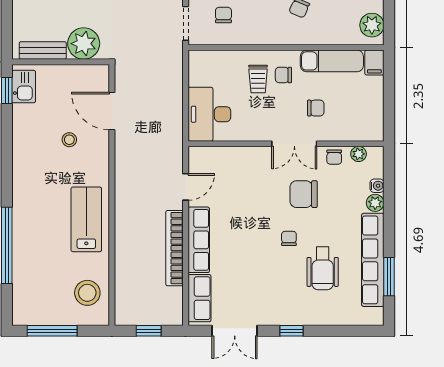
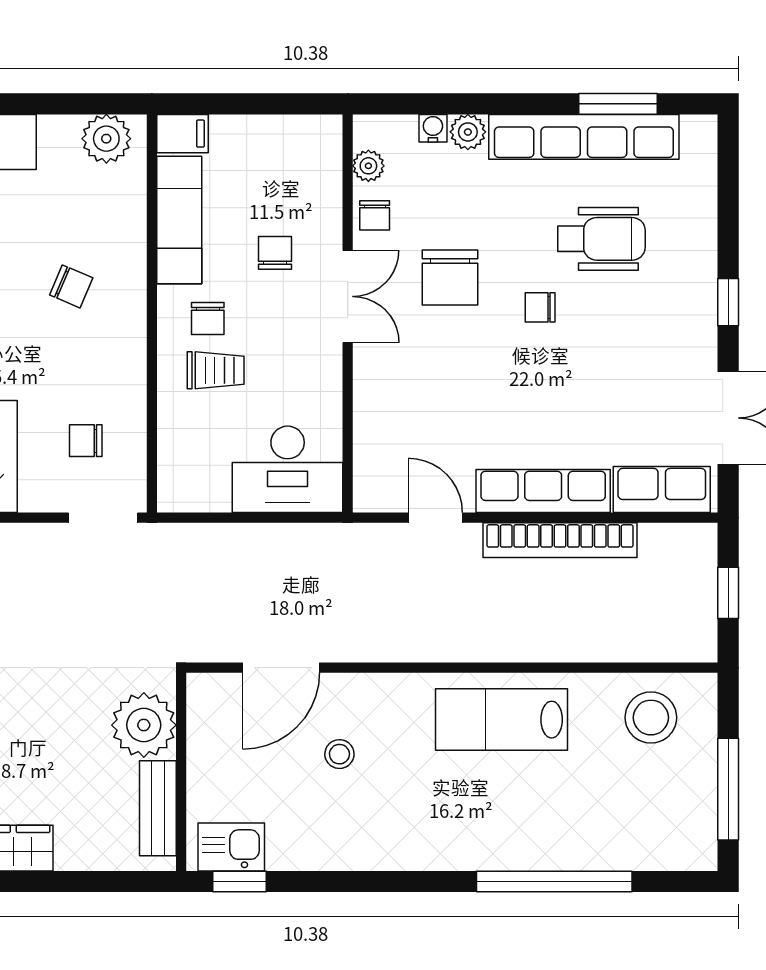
chair: (334, 157) -> (375, 215), turned 90

